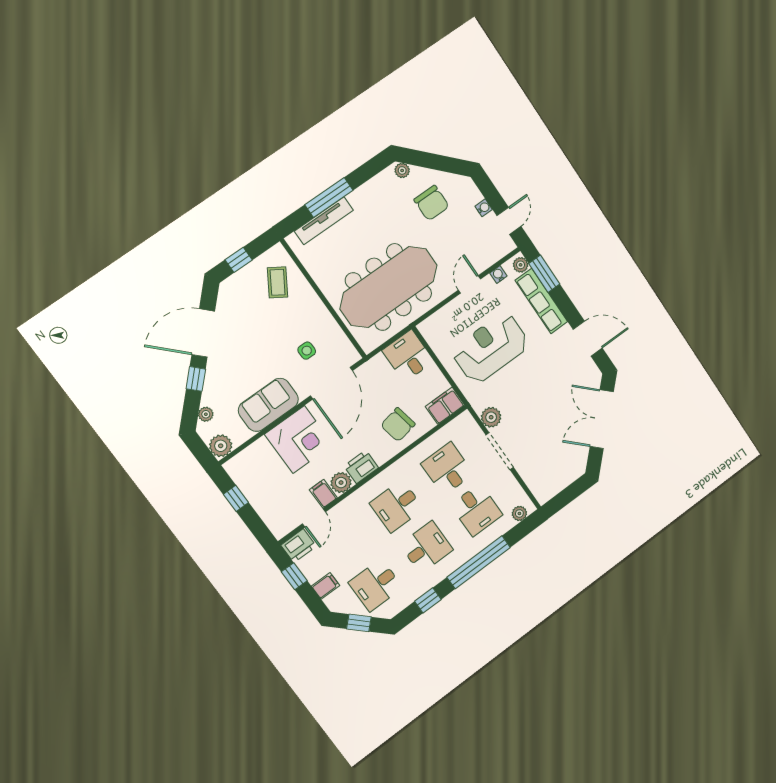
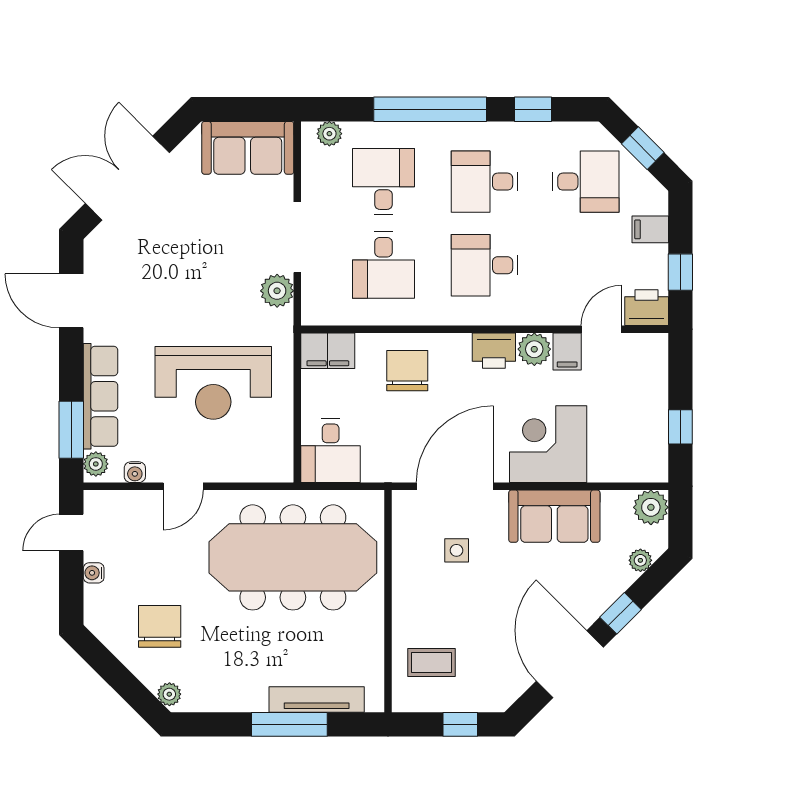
coffee table: (278, 282) -> (431, 662), turned 58
door: (203, 333) -> (570, 664), swing flipped
double door: (602, 419) -> (127, 178), swing flipped
chair: (398, 425) -> (407, 371), turned -79
sofa: (554, 477) -> (248, 148), added
desk: (397, 506) -> (485, 265), turned 180

